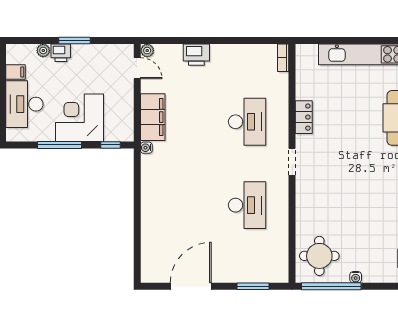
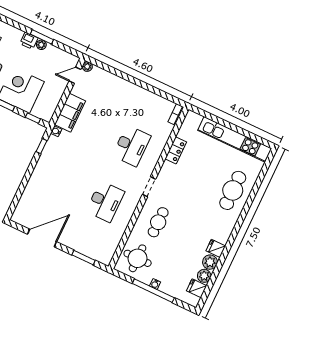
plant: (43, 50) -> (41, 45), moved
printer: (196, 55) -> (119, 85), removed
door: (137, 68) -> (75, 75), swing flipped
locker: (304, 117) -> (176, 150), moved
window: (137, 174) -> (42, 146), added
cafe table: (324, 200) -> (158, 222), added
window: (331, 286) -> (153, 291), moved

